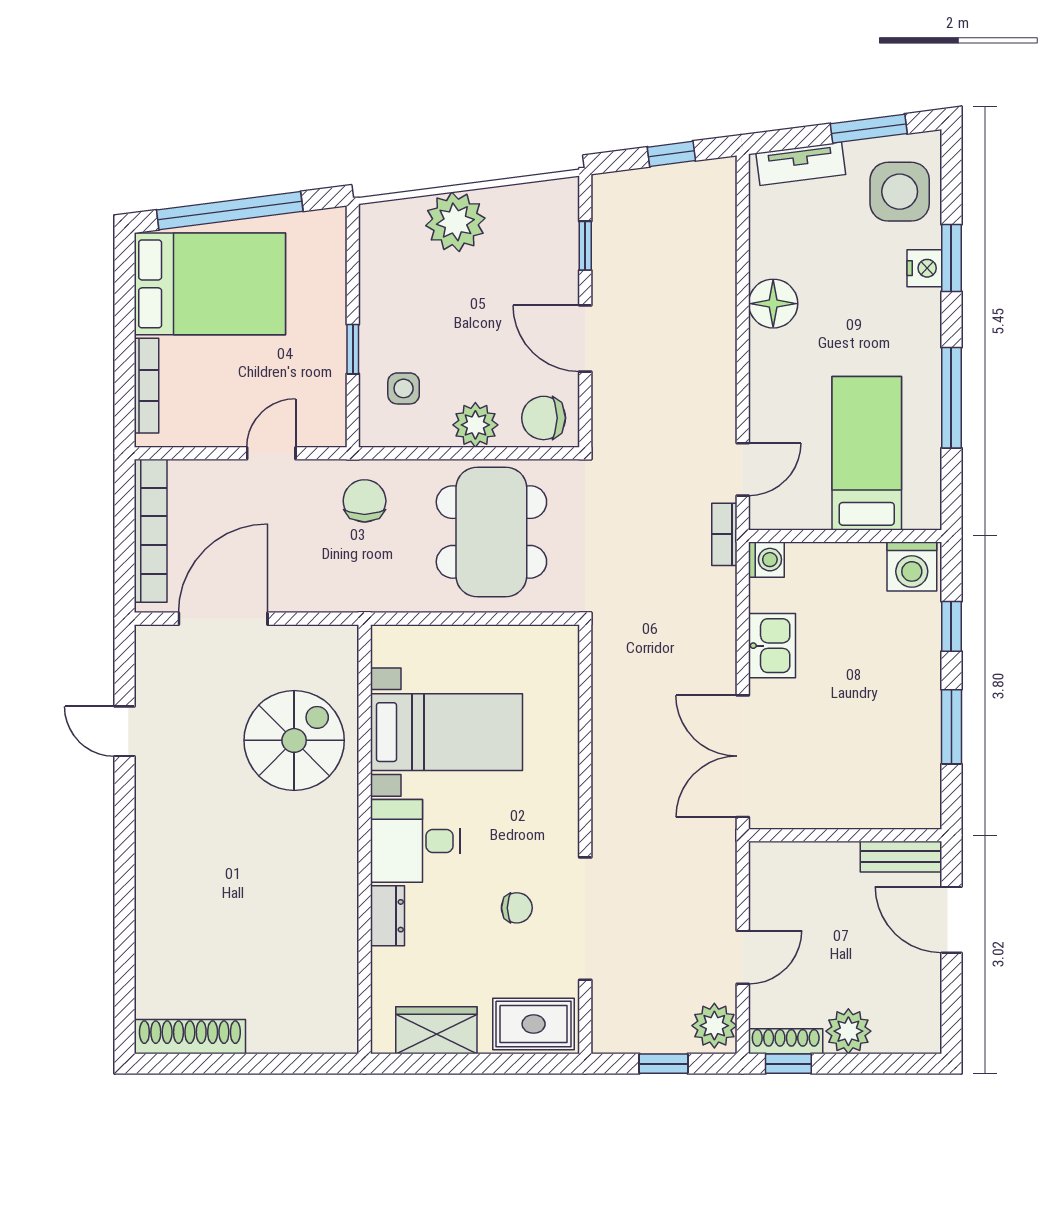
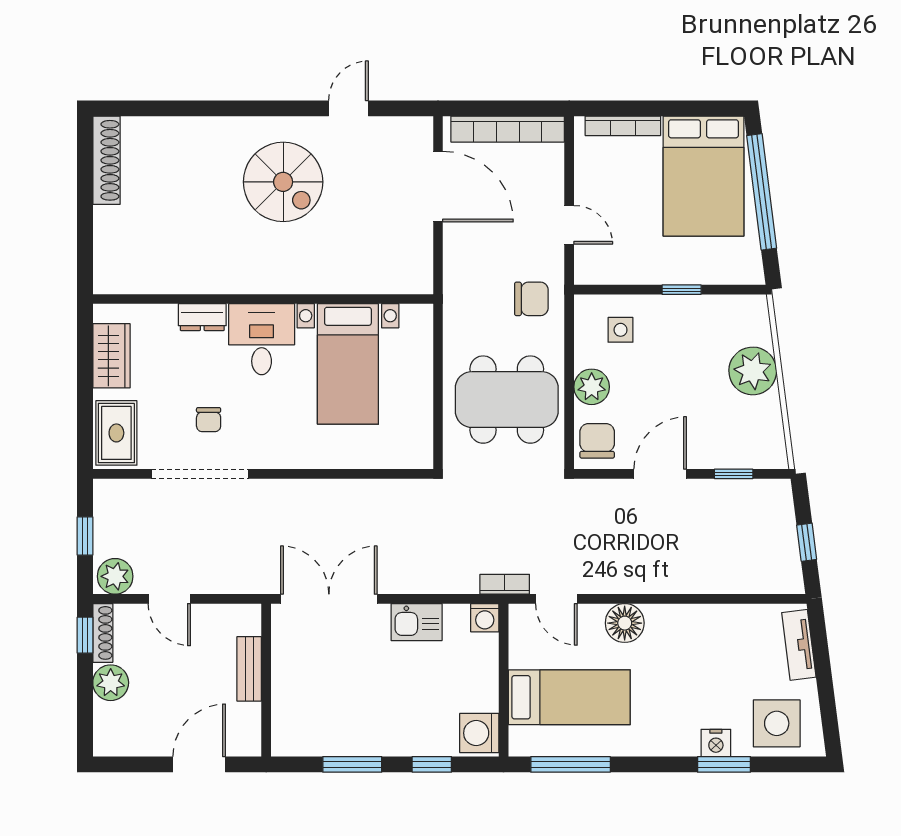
window: (869, 129) -> (827, 699), removed
floor lamp: (773, 304) -> (625, 623), moved
window: (353, 349) -> (682, 290), moved
window: (951, 398) -> (571, 764), moved
spiral stairs: (294, 740) -> (283, 182), moved
bench: (901, 857) -> (249, 669), moved

